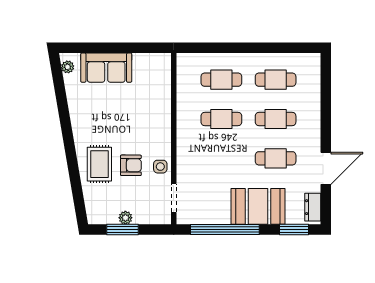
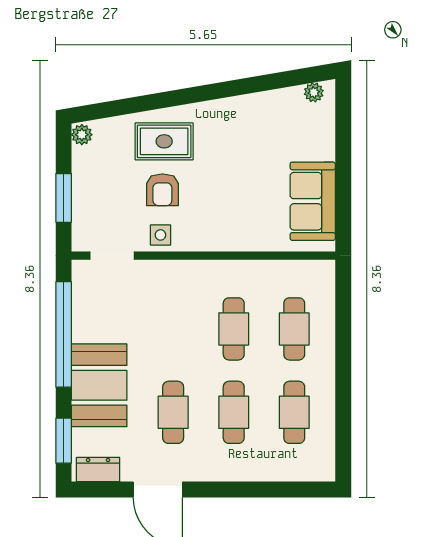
sofa: (106, 68) -> (313, 201), moved
plant: (125, 218) -> (82, 135), moved
window: (123, 230) -> (64, 198), moved

